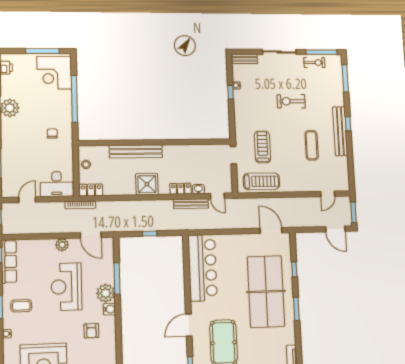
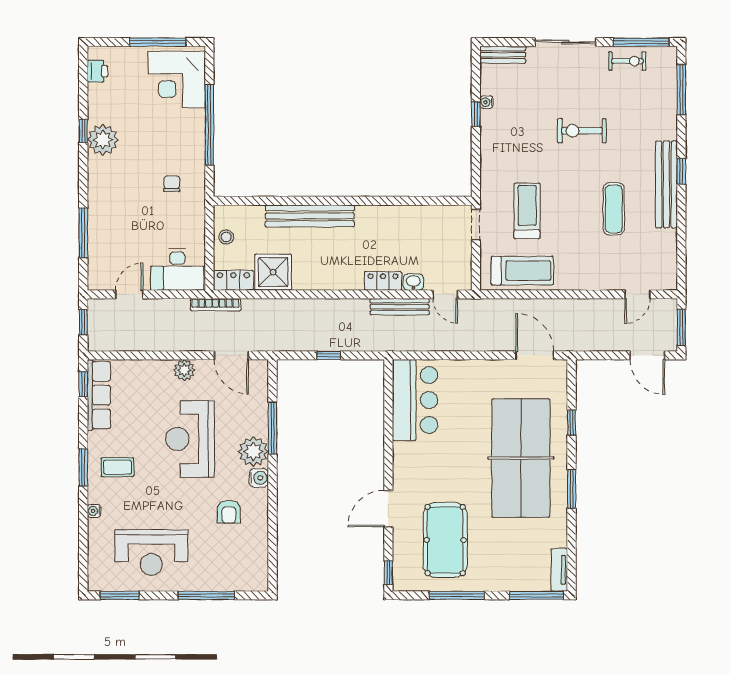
shower: (147, 184) -> (273, 272), moved
bar counter: (203, 268) -> (415, 400), width x0.73

